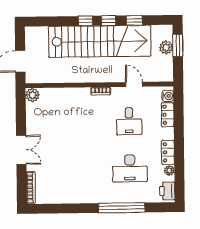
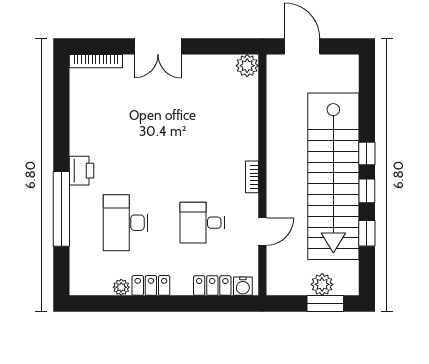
printer: (167, 191) -> (82, 171), moved, turned 90

